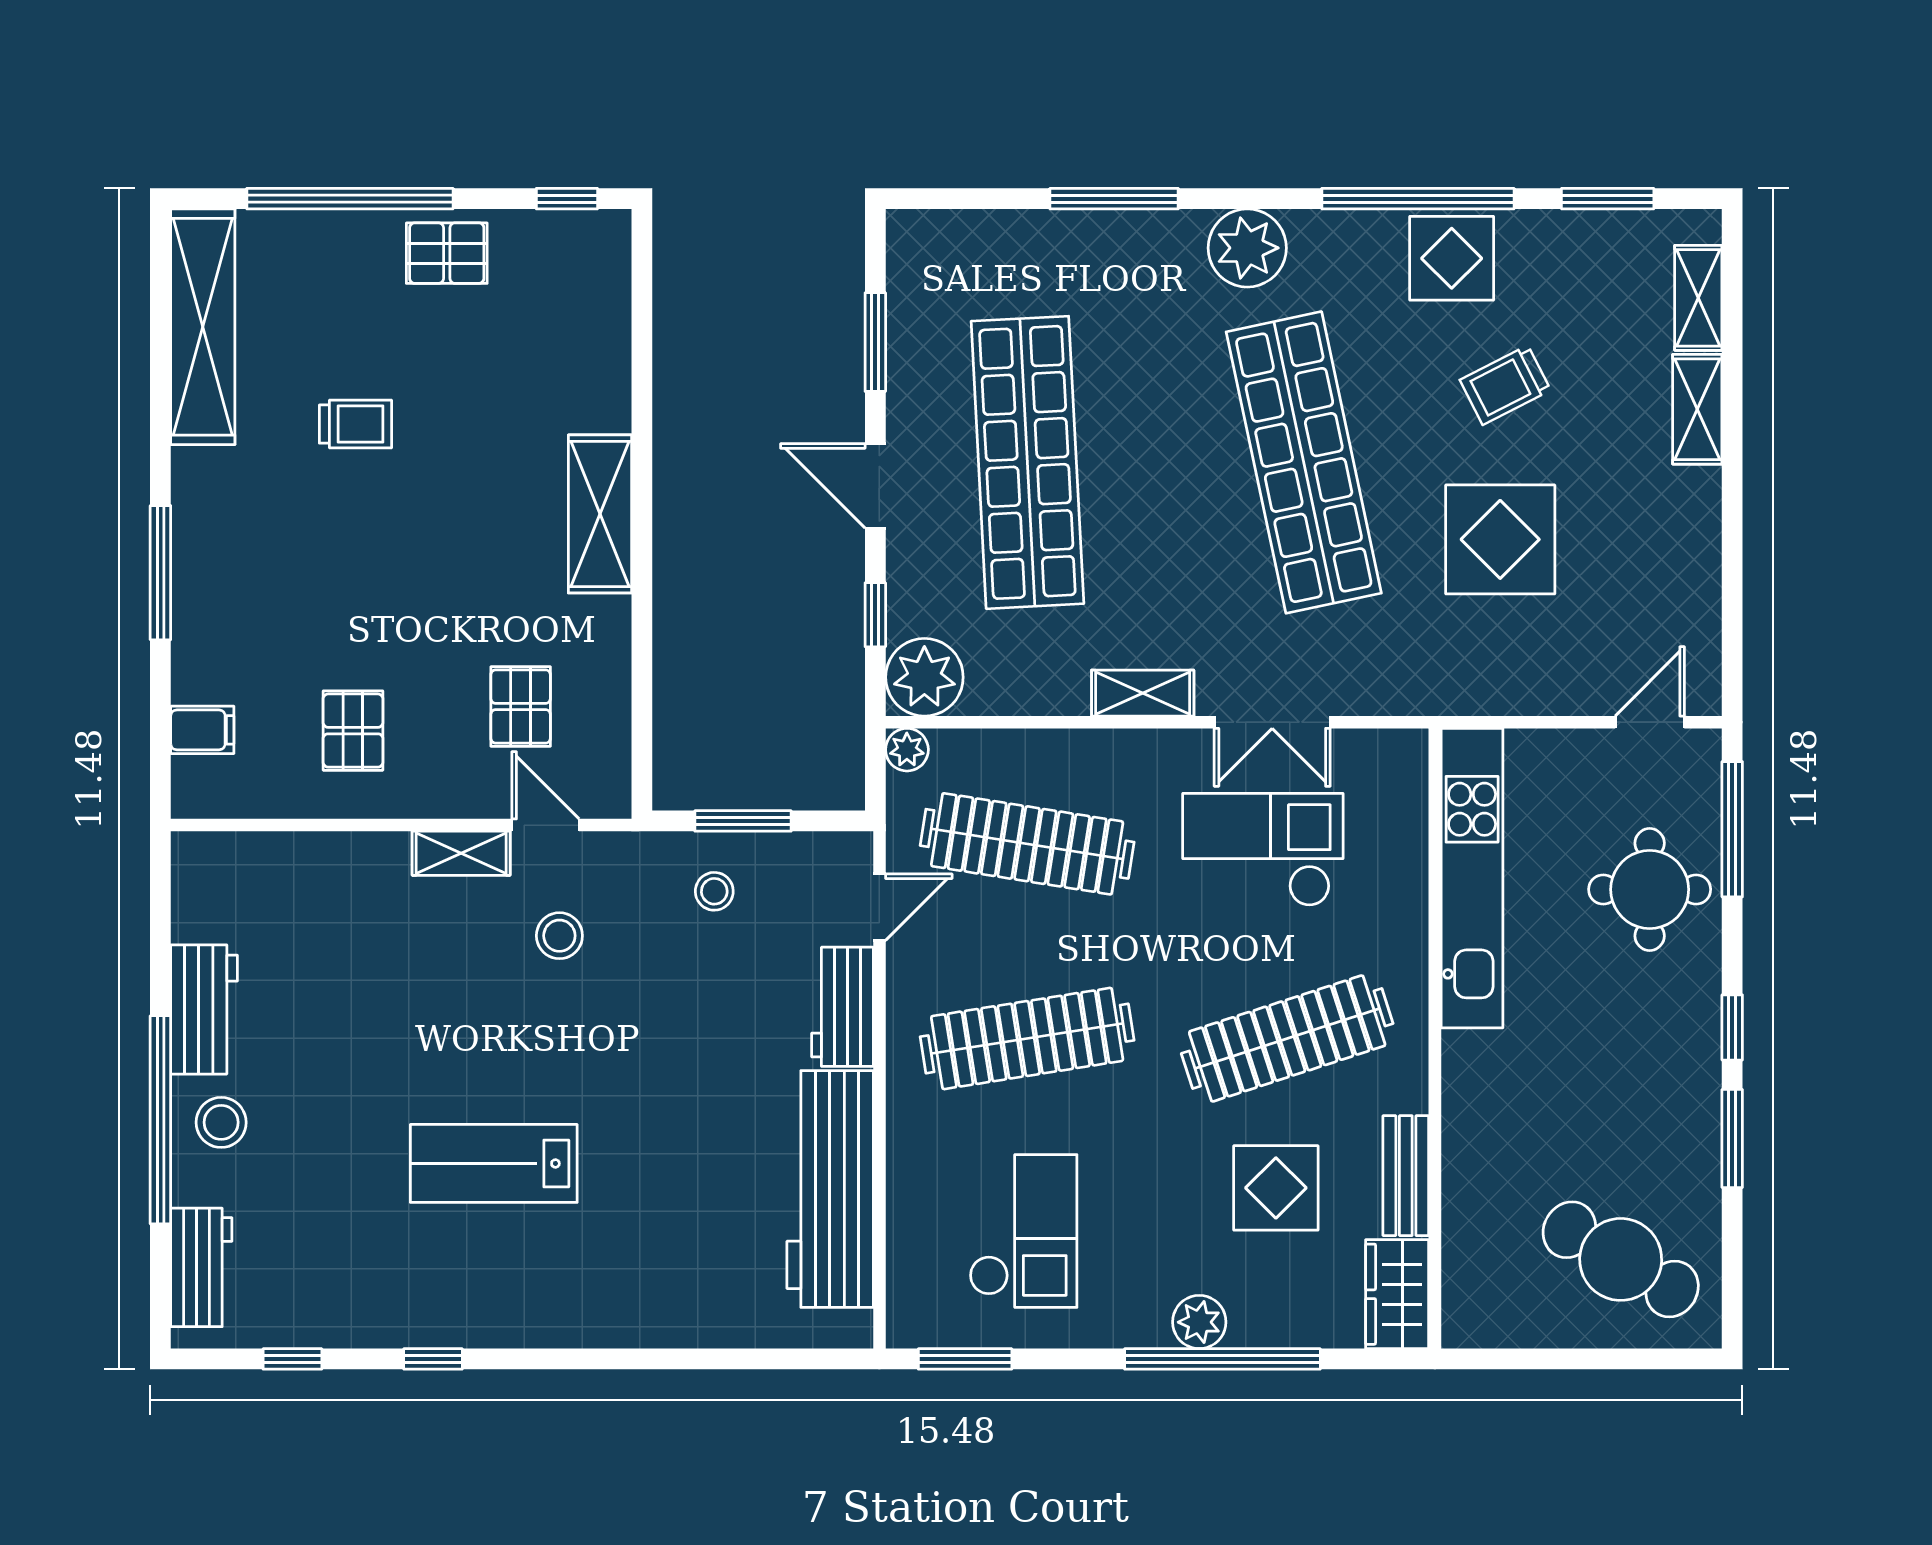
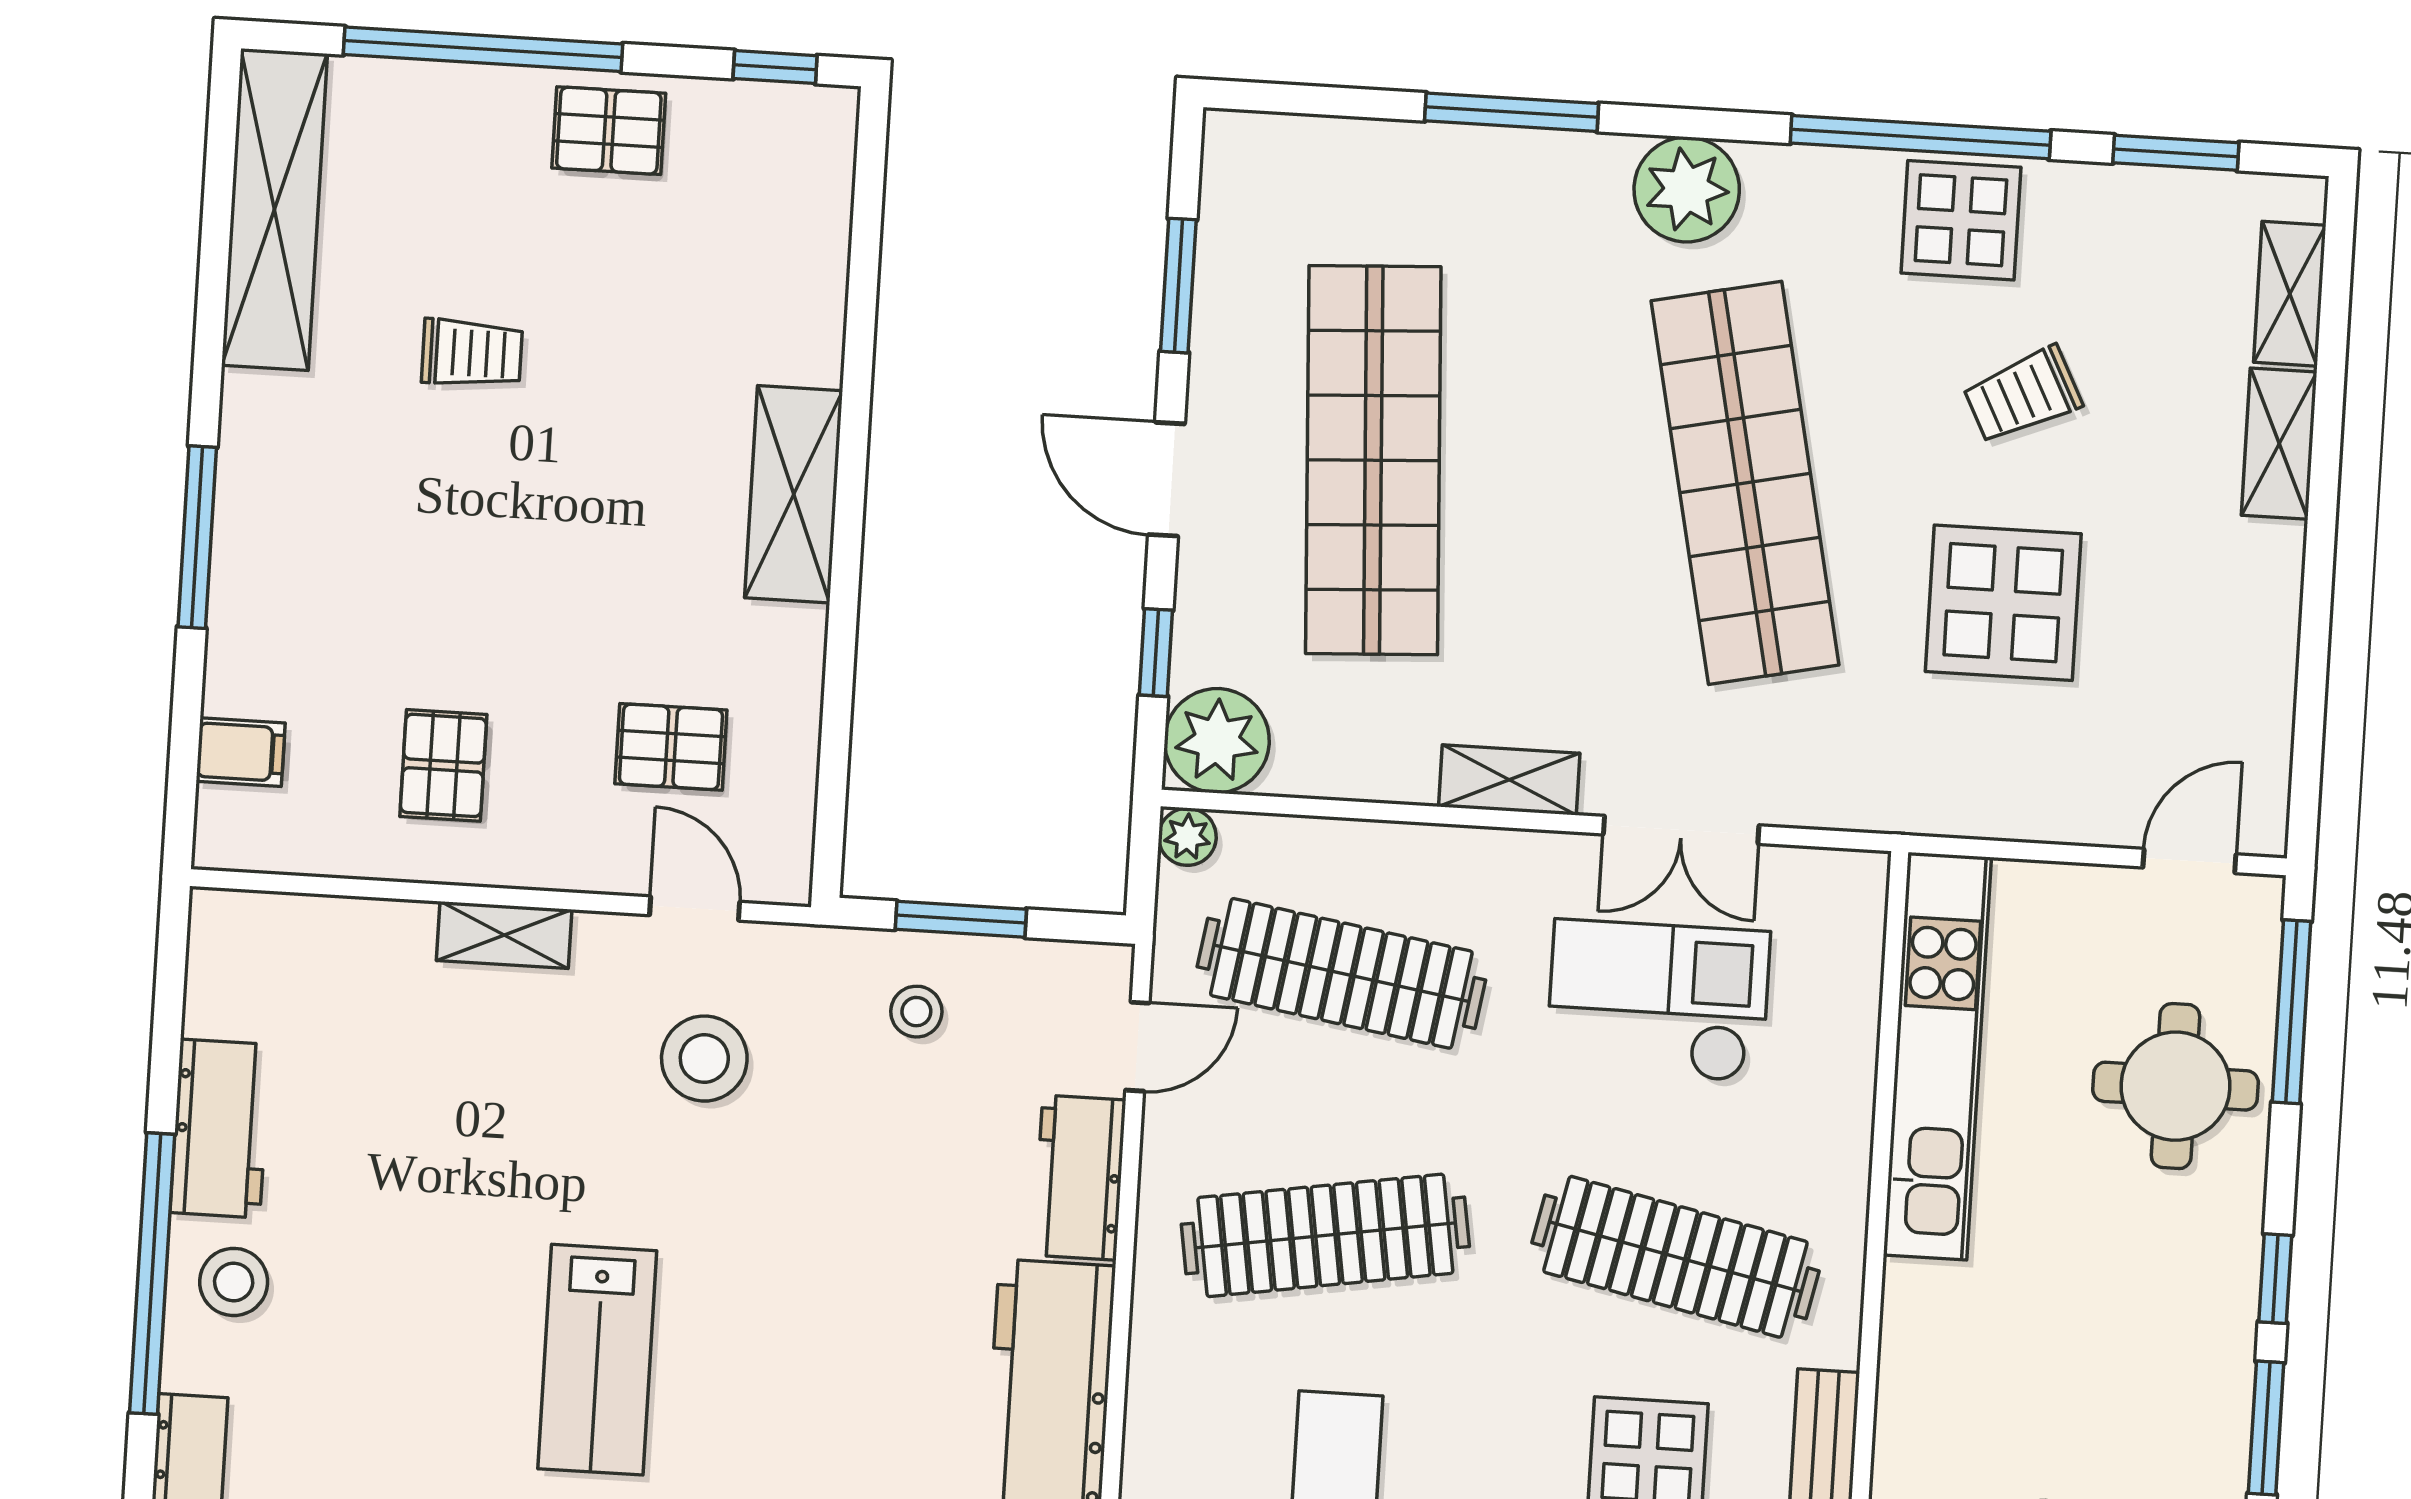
pallet: (521, 707) -> (671, 747), turned 90
shelving: (461, 853) -> (504, 935), moved
stool: (559, 936) -> (704, 1059), width x1.38, depth x1.38
clothes rail: (1287, 1038) -> (1675, 1257), turned 30
lab bench: (494, 1163) -> (597, 1360), turned -90

